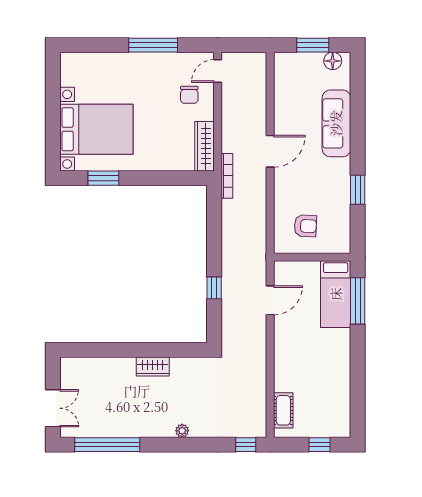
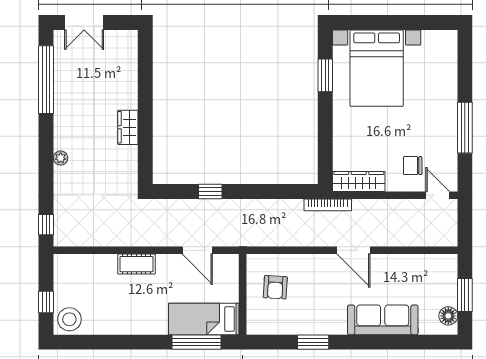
cot: (283, 410) -> (136, 264), moved
stool: (336, 422) -> (69, 319), added

